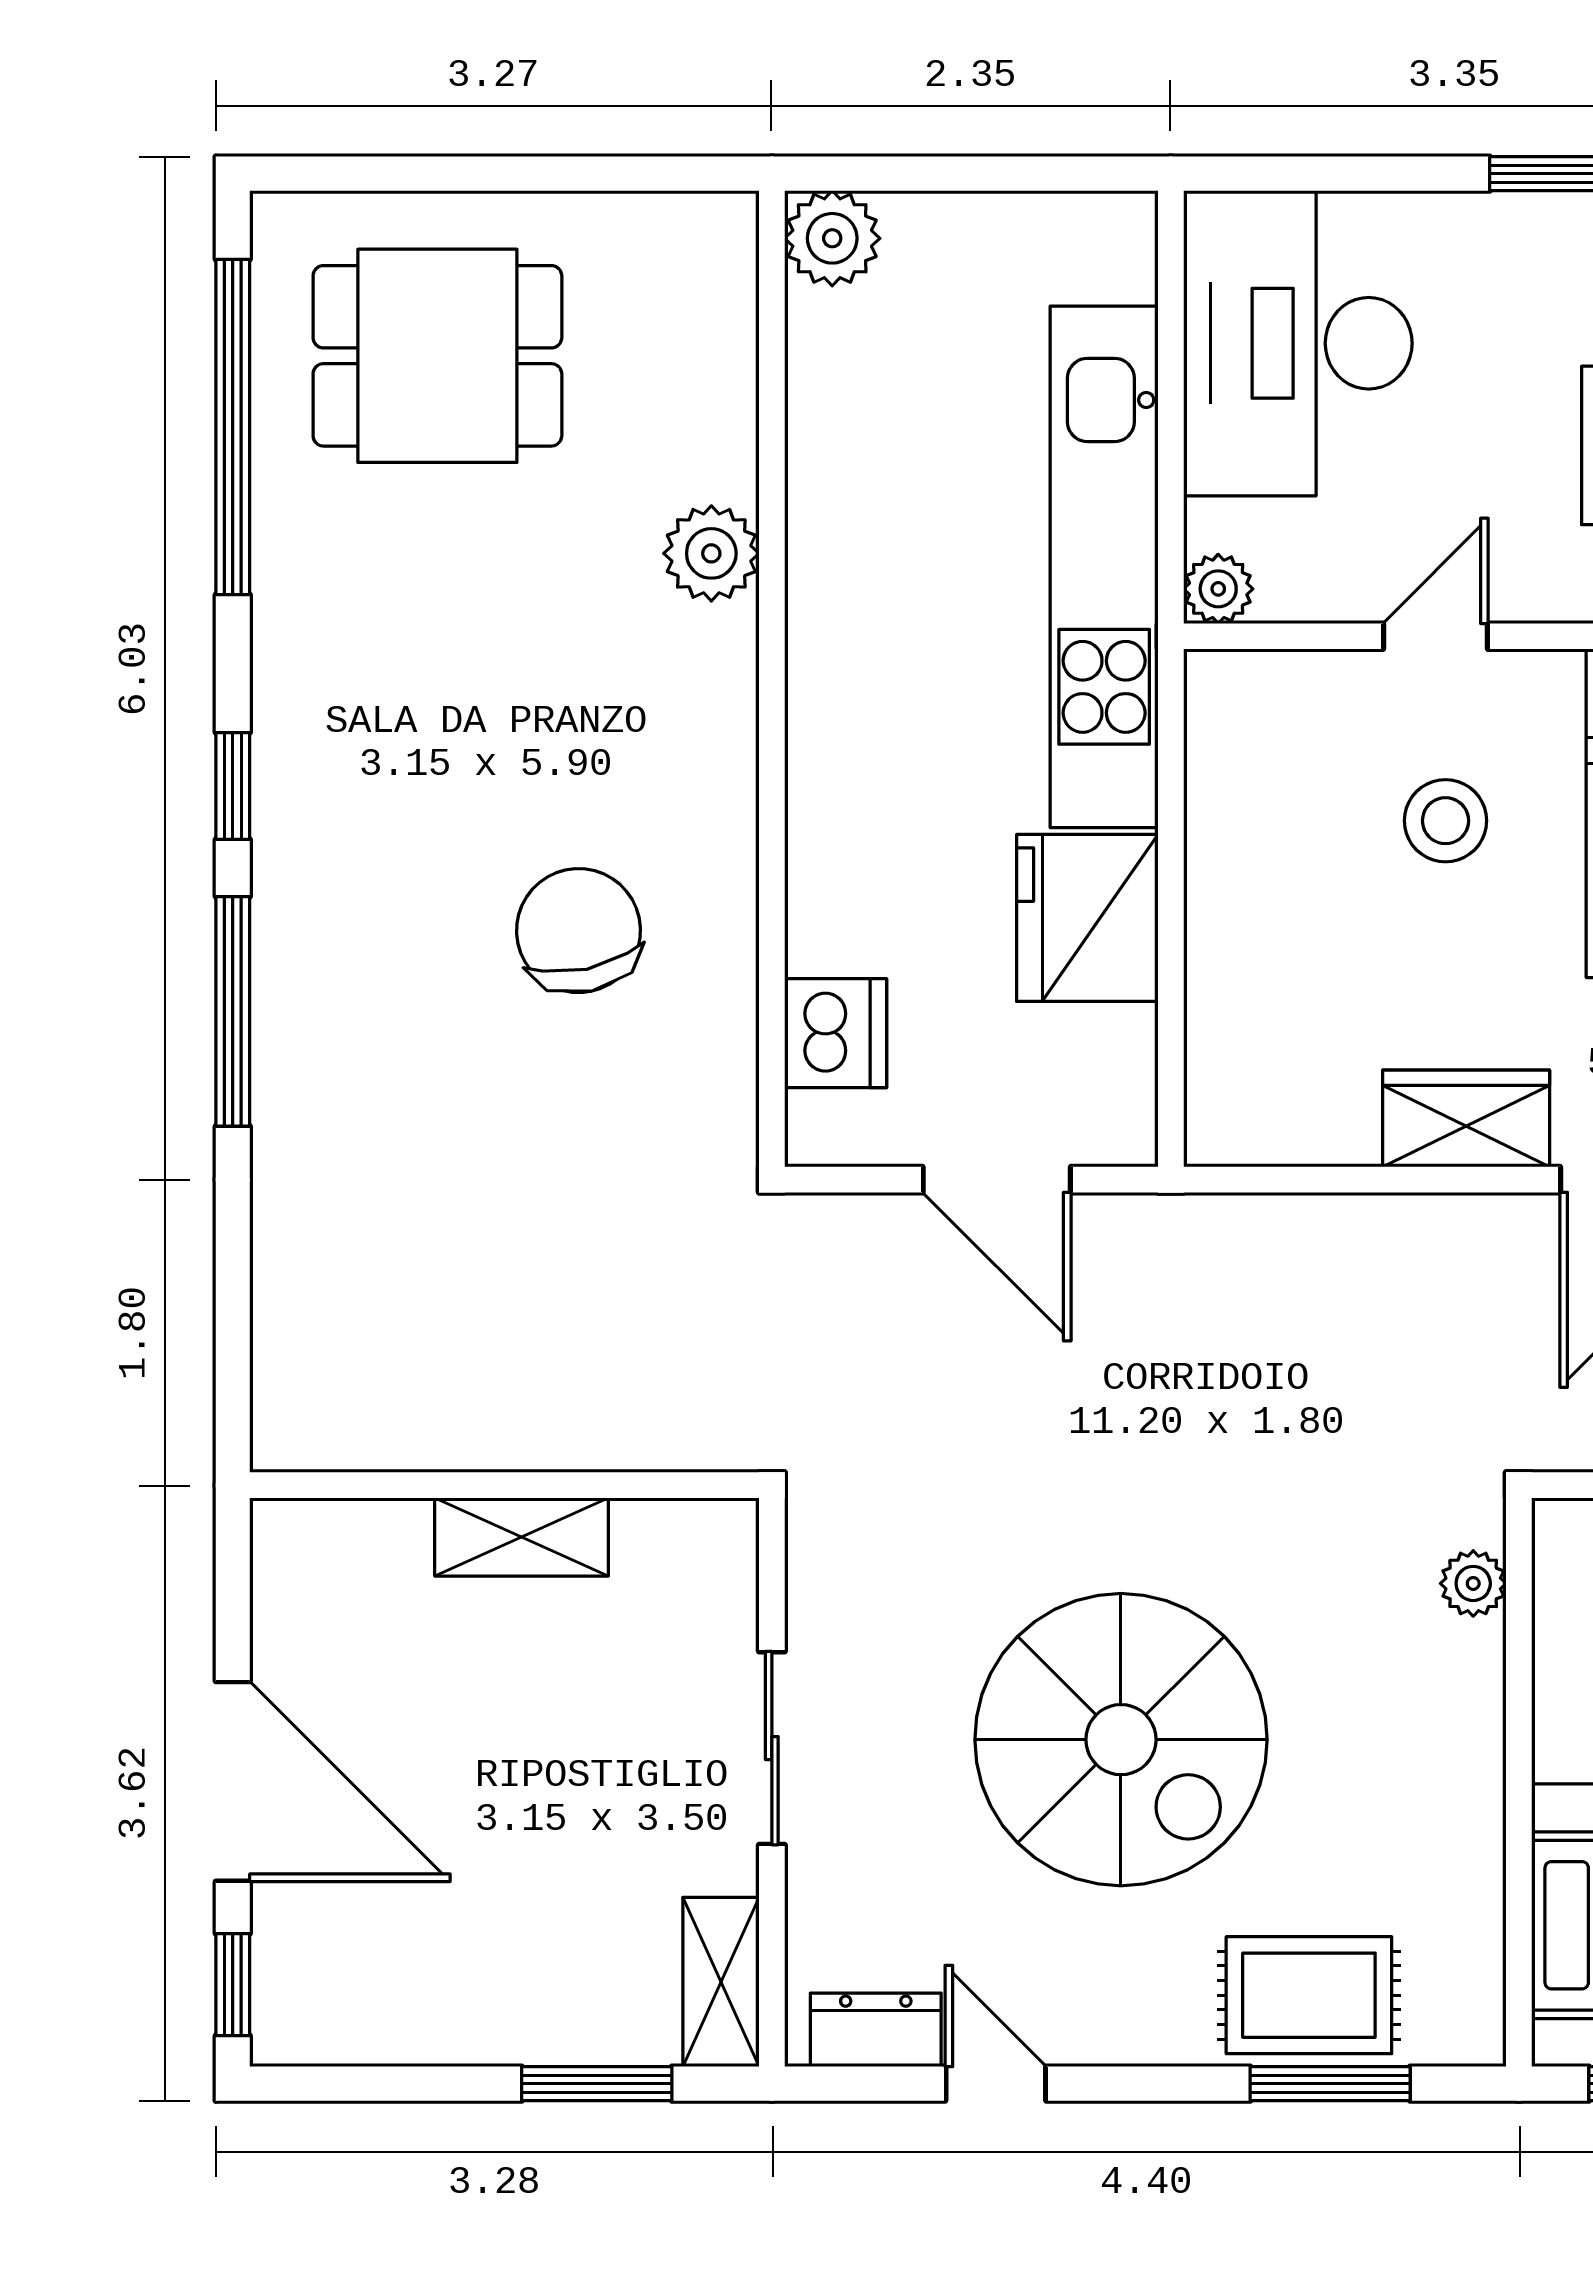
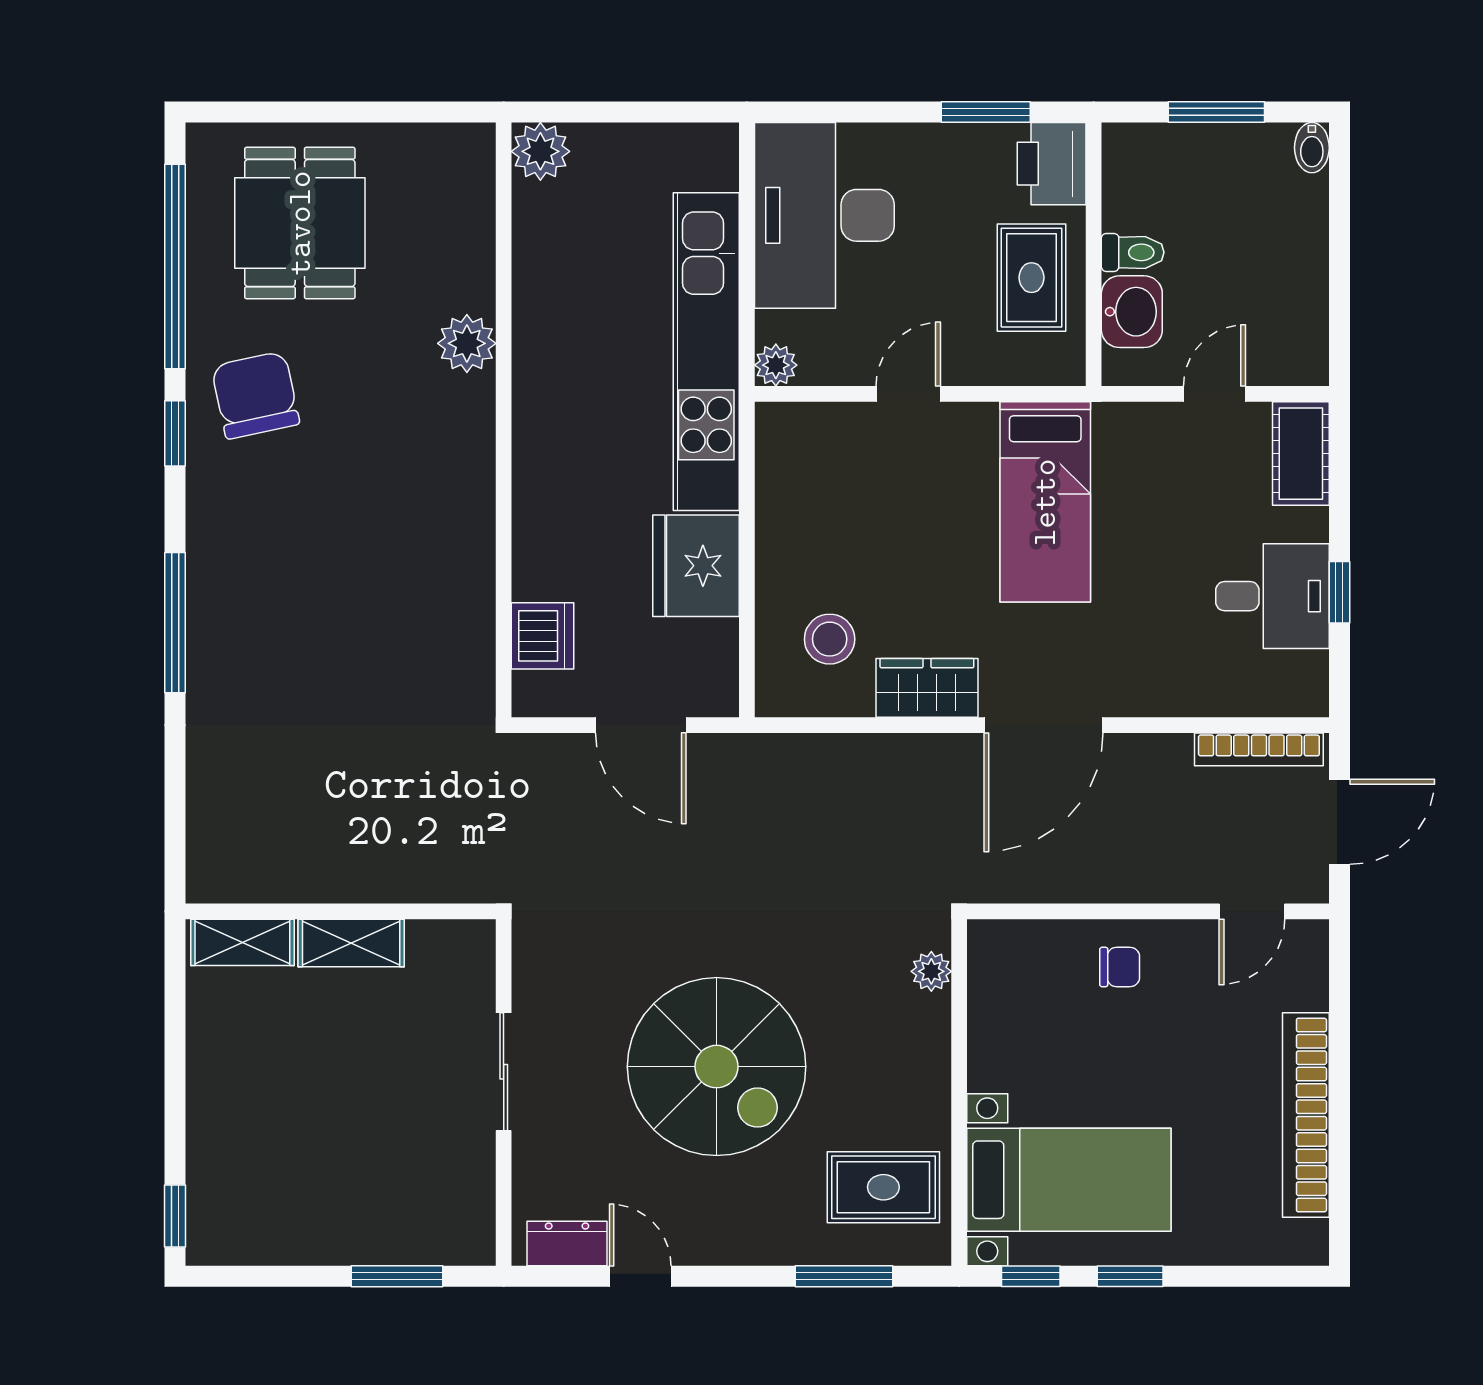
dining table: (437, 356) -> (300, 223), turned 90
window: (233, 786) -> (175, 433), moved
stool: (1446, 821) -> (830, 639), moved
chair: (579, 931) -> (255, 395), moved
door: (233, 1781) -> (175, 1092), removed
shelving: (721, 1982) -> (242, 942), moved, turned 90
rug: (1309, 1995) -> (883, 1187), moved

